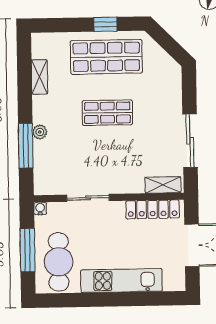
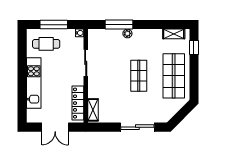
window: (105, 24) -> (194, 47), moved
shelving: (39, 77) -> (174, 34), moved
sliding door: (190, 141) -> (137, 127), moved
cafe table: (59, 262) -> (46, 44), width x0.73, depth x0.74

